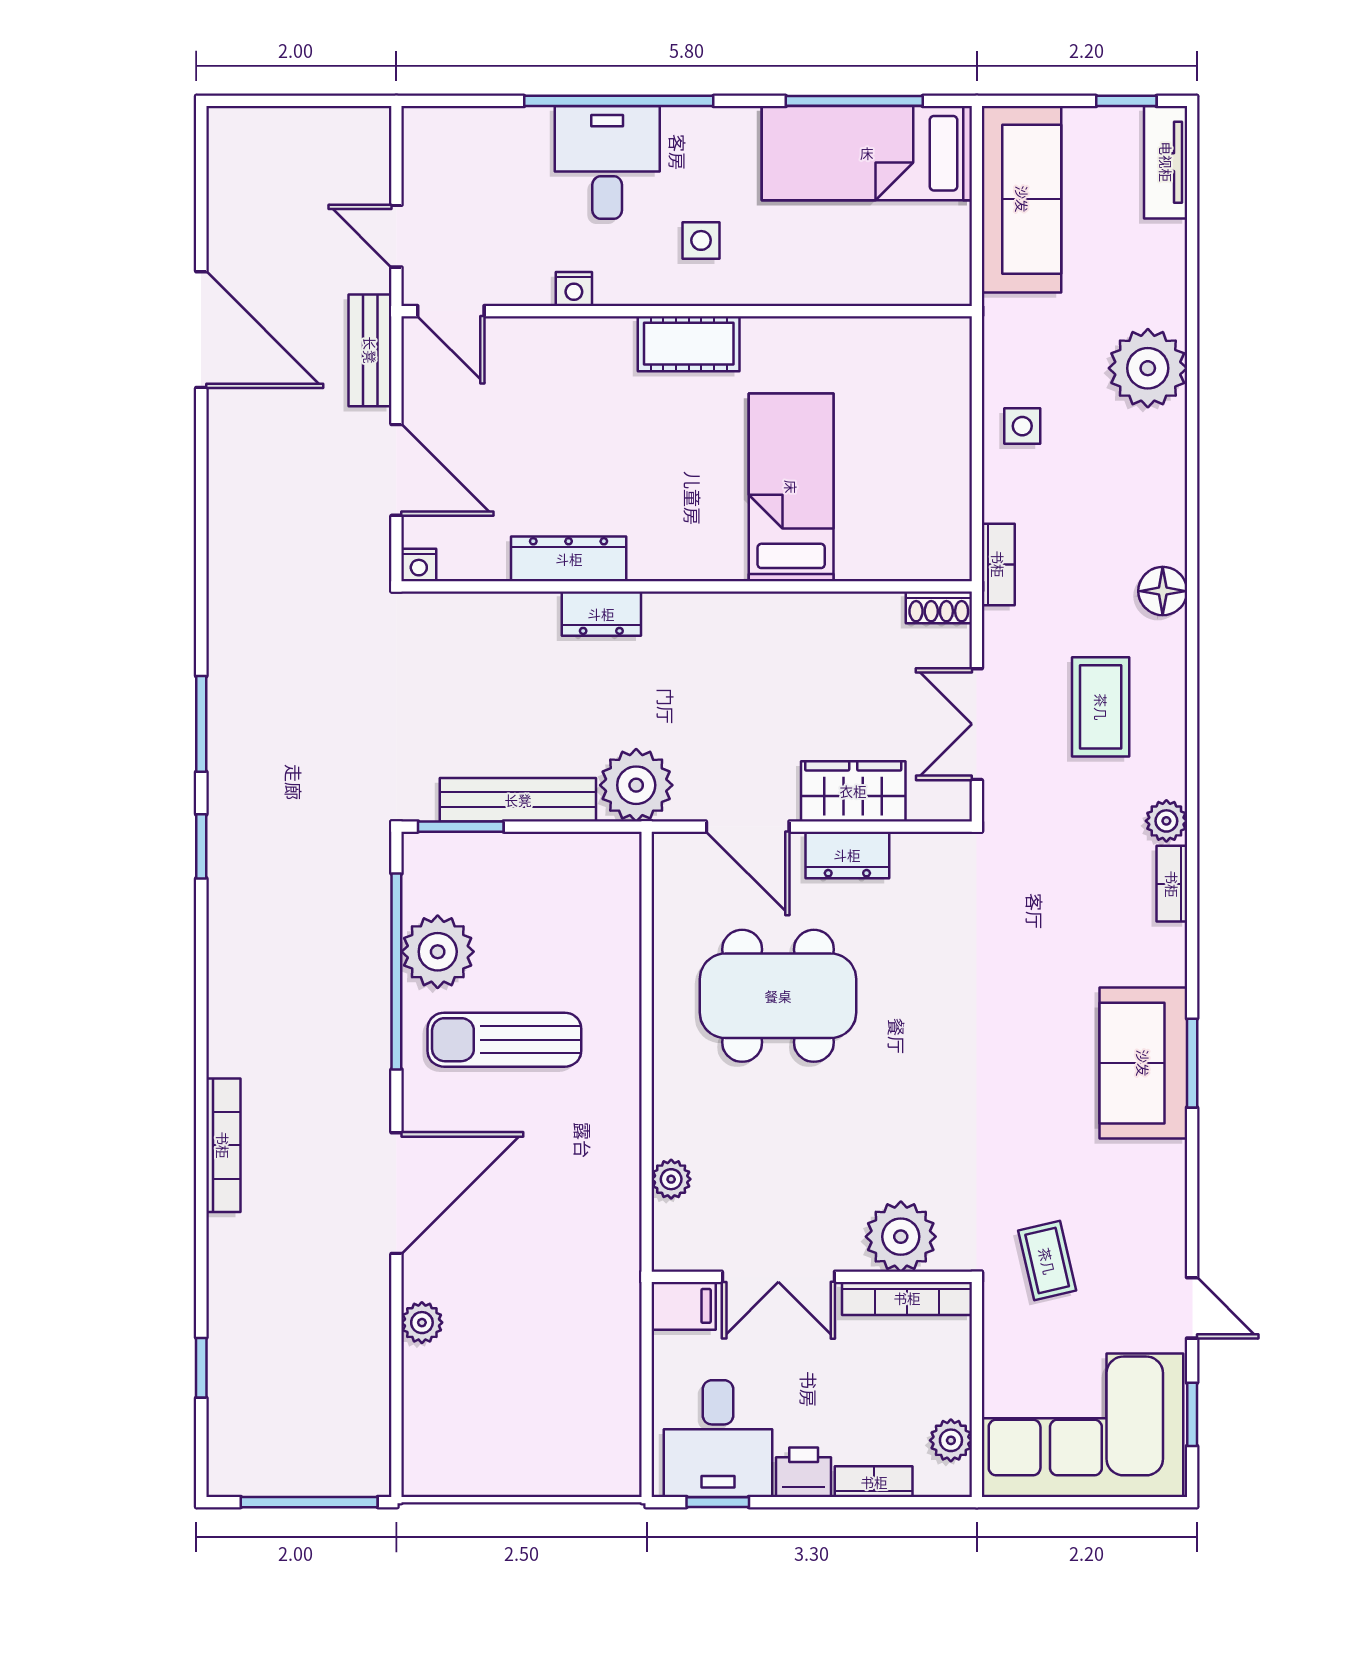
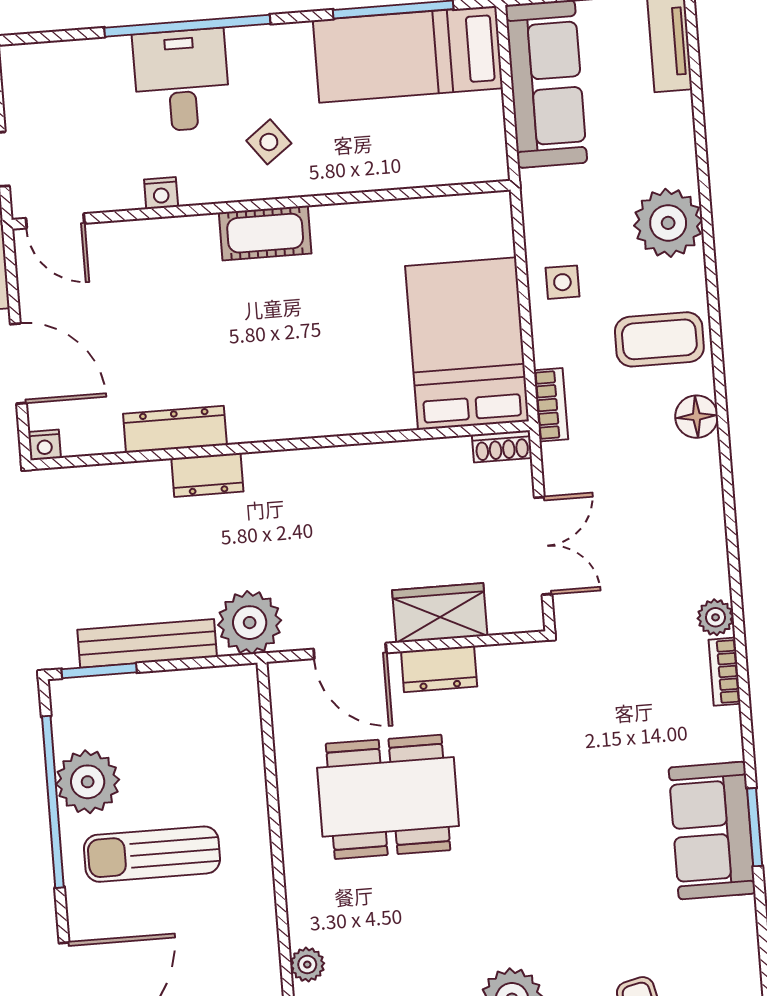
side table: (701, 240) -> (269, 142), turned -37
bed: (791, 487) -> (467, 344), moved, width x1.50
coffee table: (1101, 707) -> (659, 339), moved, turned 90
double door: (977, 724) -> (543, 546), swing flipped

